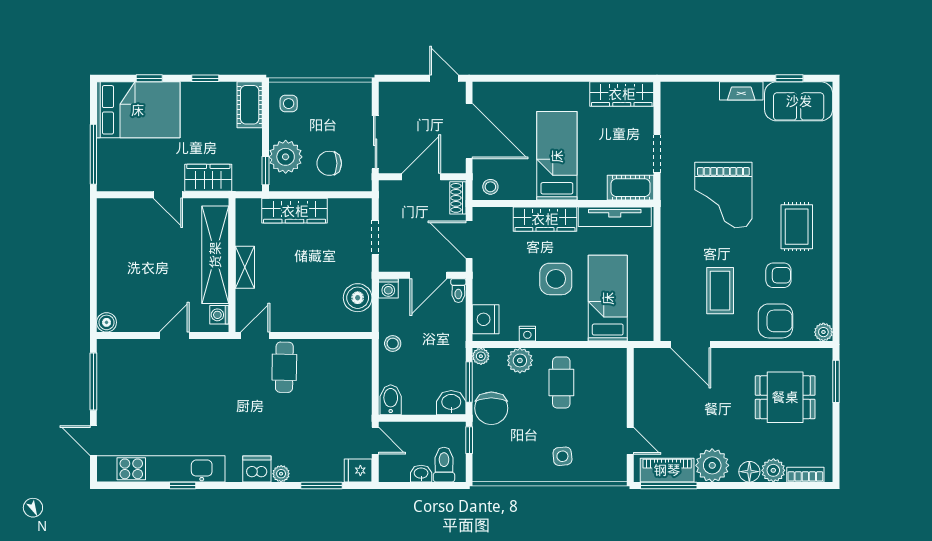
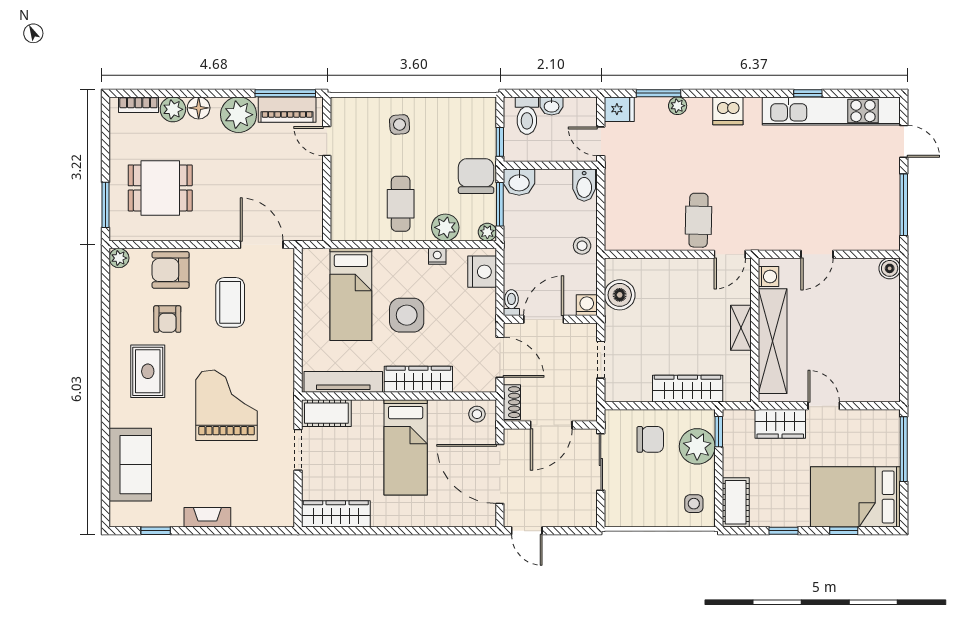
sofa: (799, 101) -> (130, 465), moved, turned 90
armchair: (778, 275) -> (167, 319), turned -90
plant: (281, 474) -> (678, 106), moved

